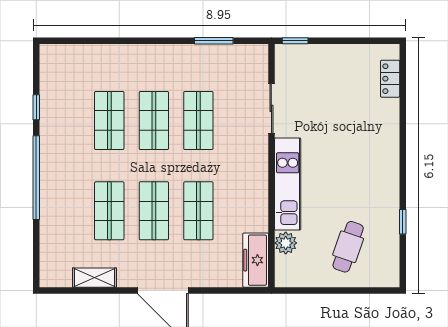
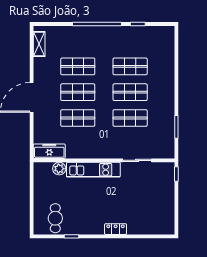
locker: (390, 79) -> (116, 229), moved
cafe table: (348, 247) -> (55, 218), moved, turned 71
shelving: (94, 278) -> (39, 44), moved

